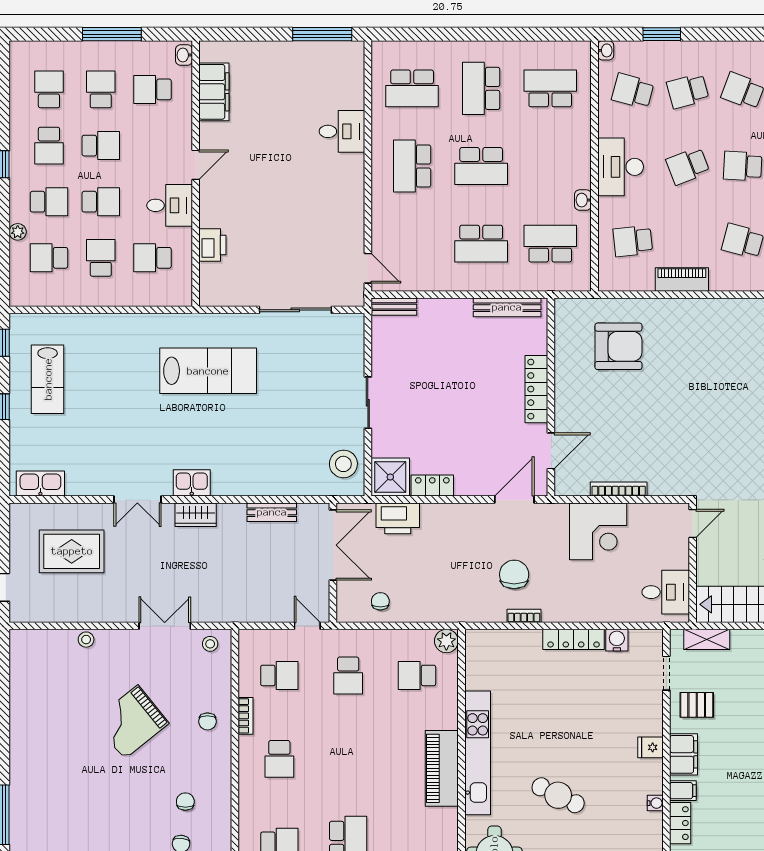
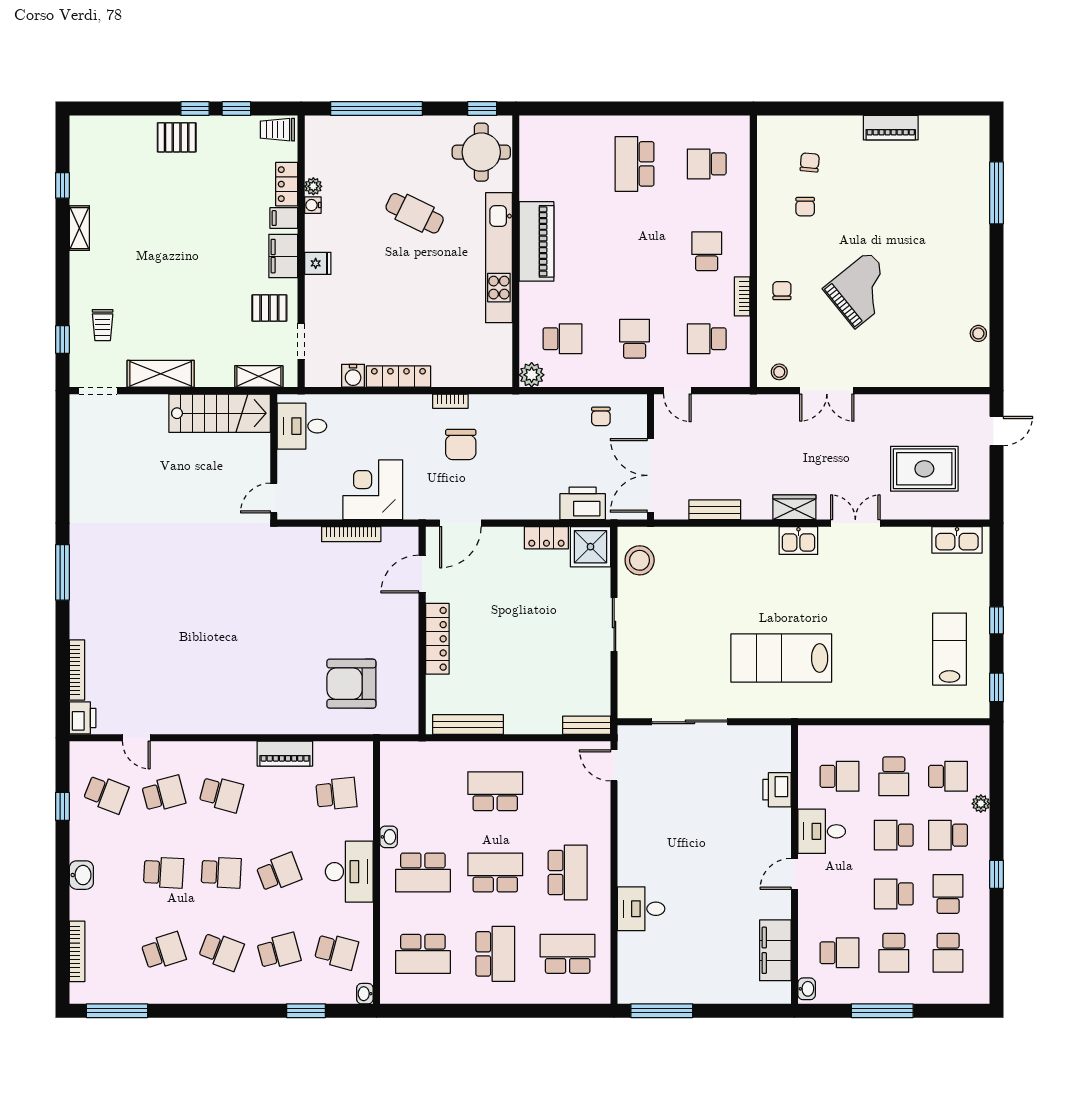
school desk: (550, 244) -> (423, 873), moved
stool: (86, 640) -> (978, 333), moved
plant: (655, 821) -> (313, 186), added

